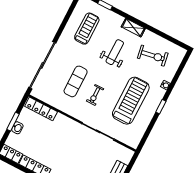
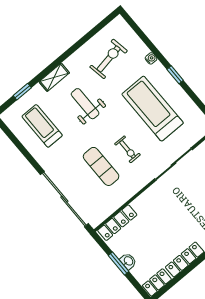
shelving: (133, 28) -> (54, 77), moved

